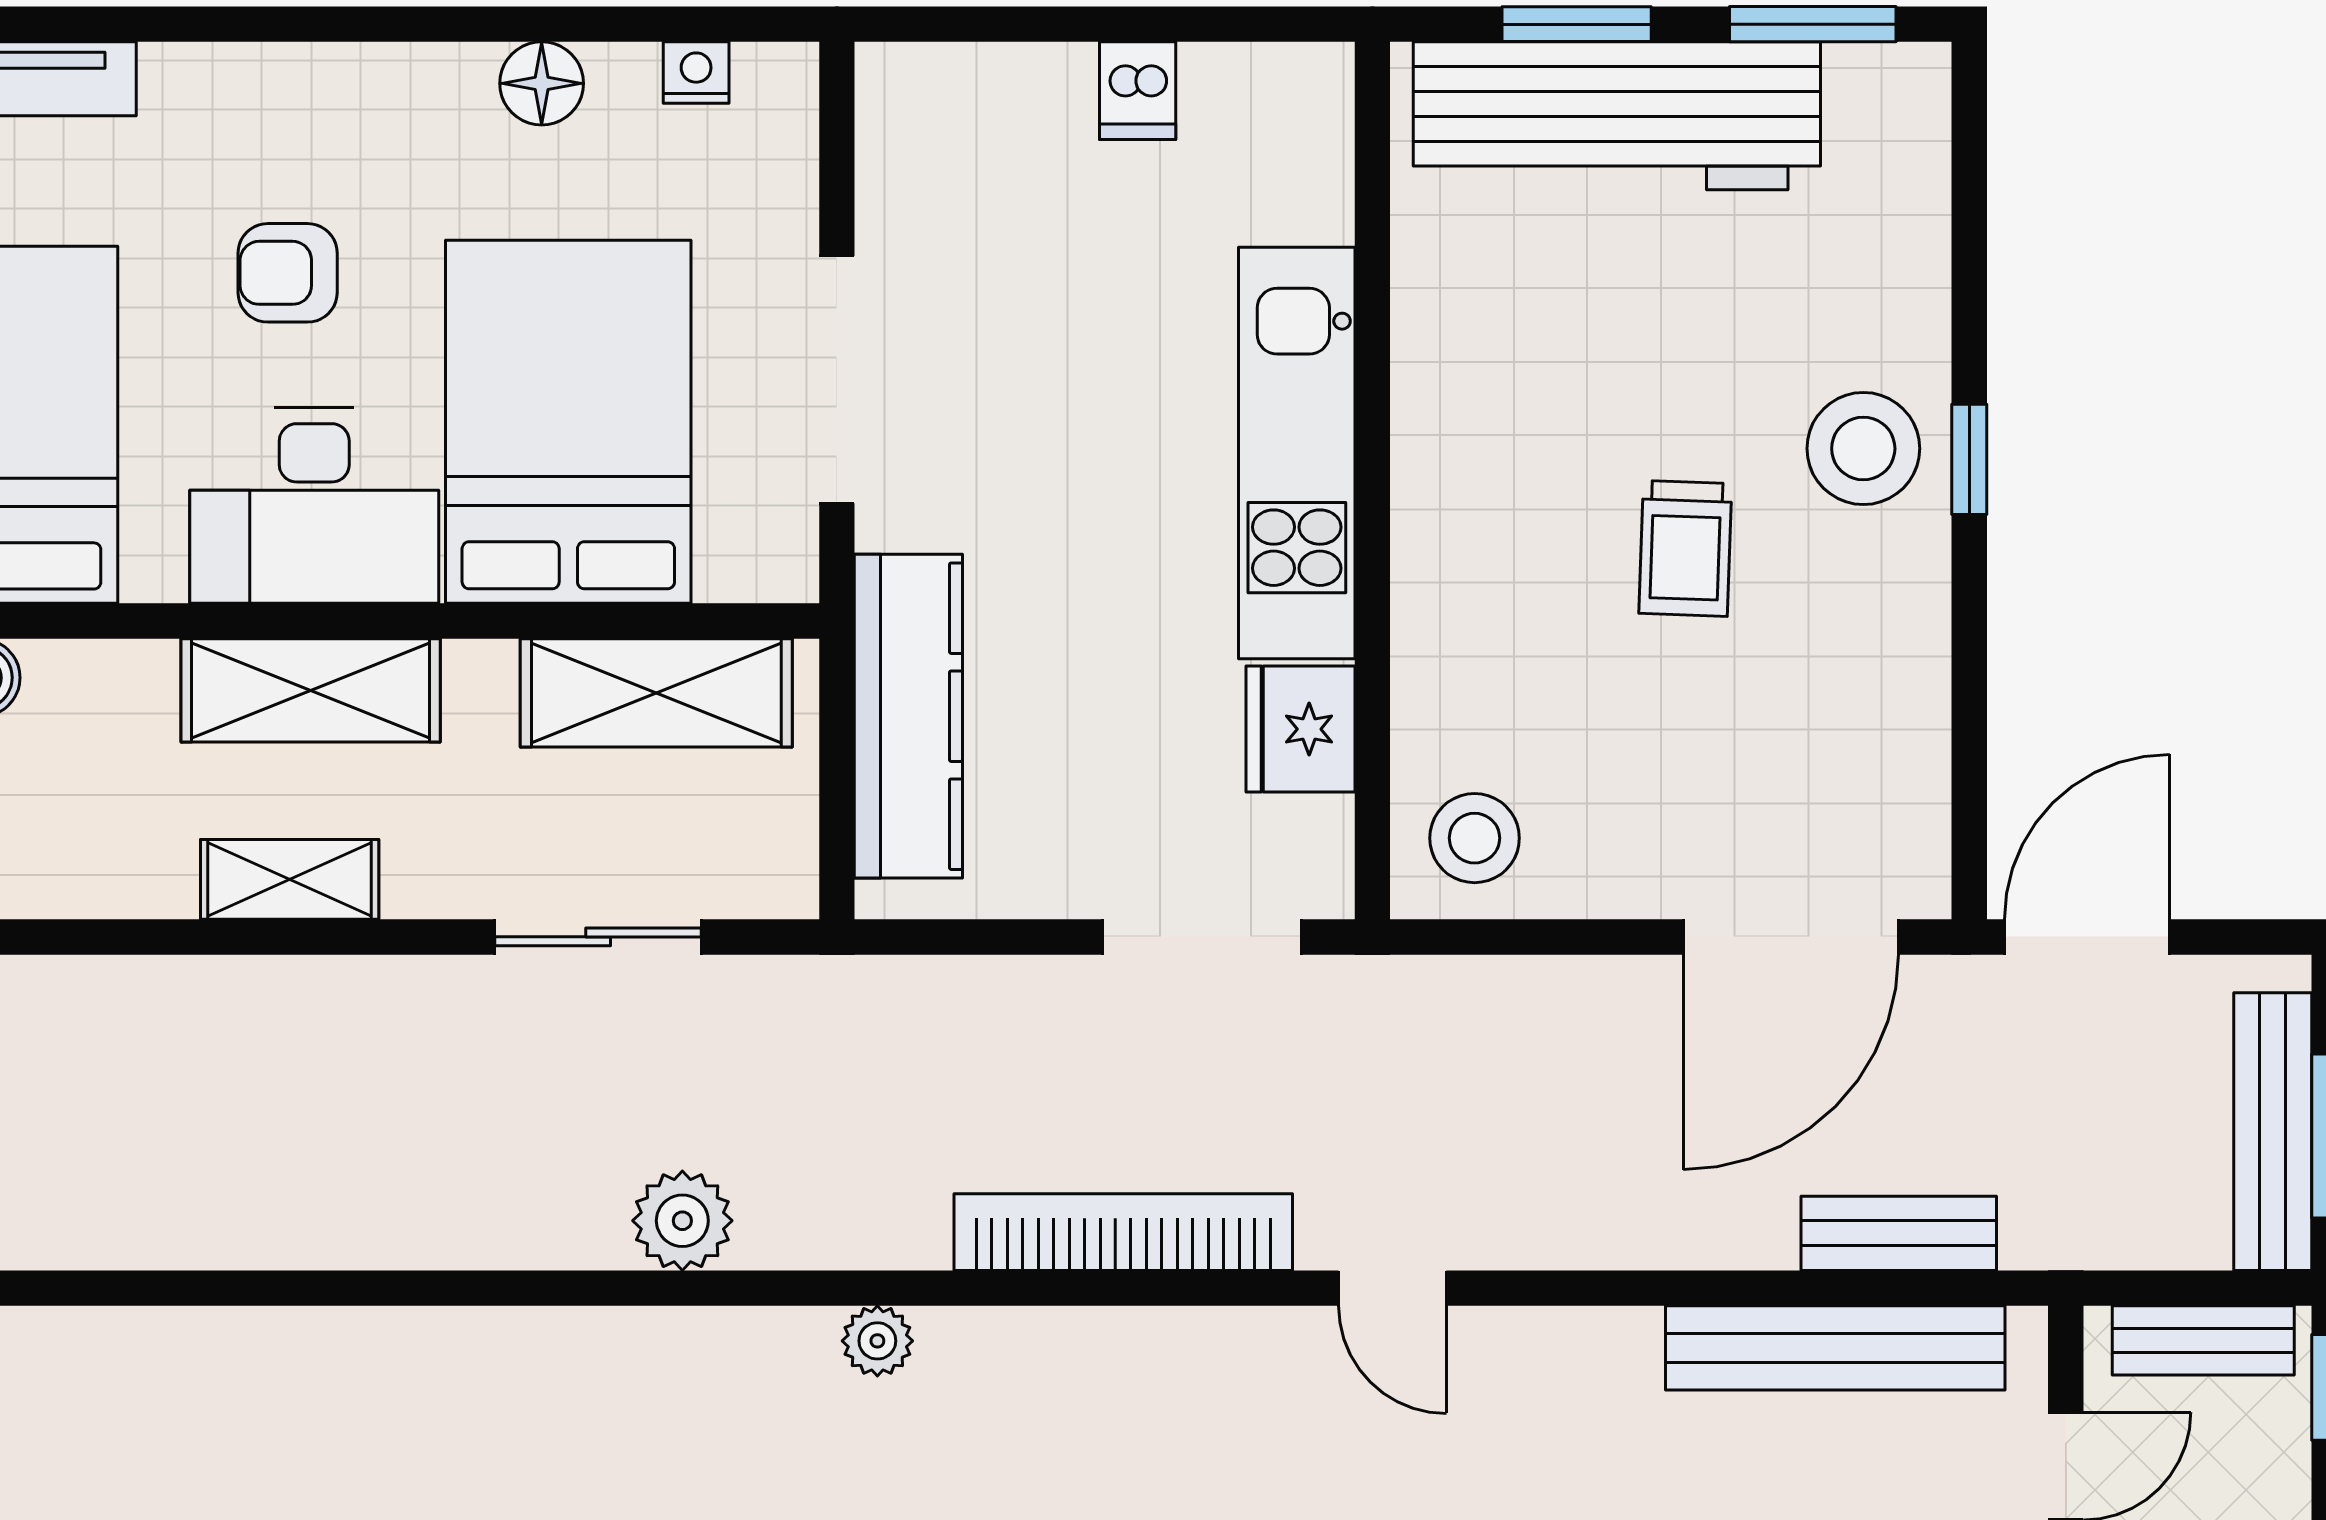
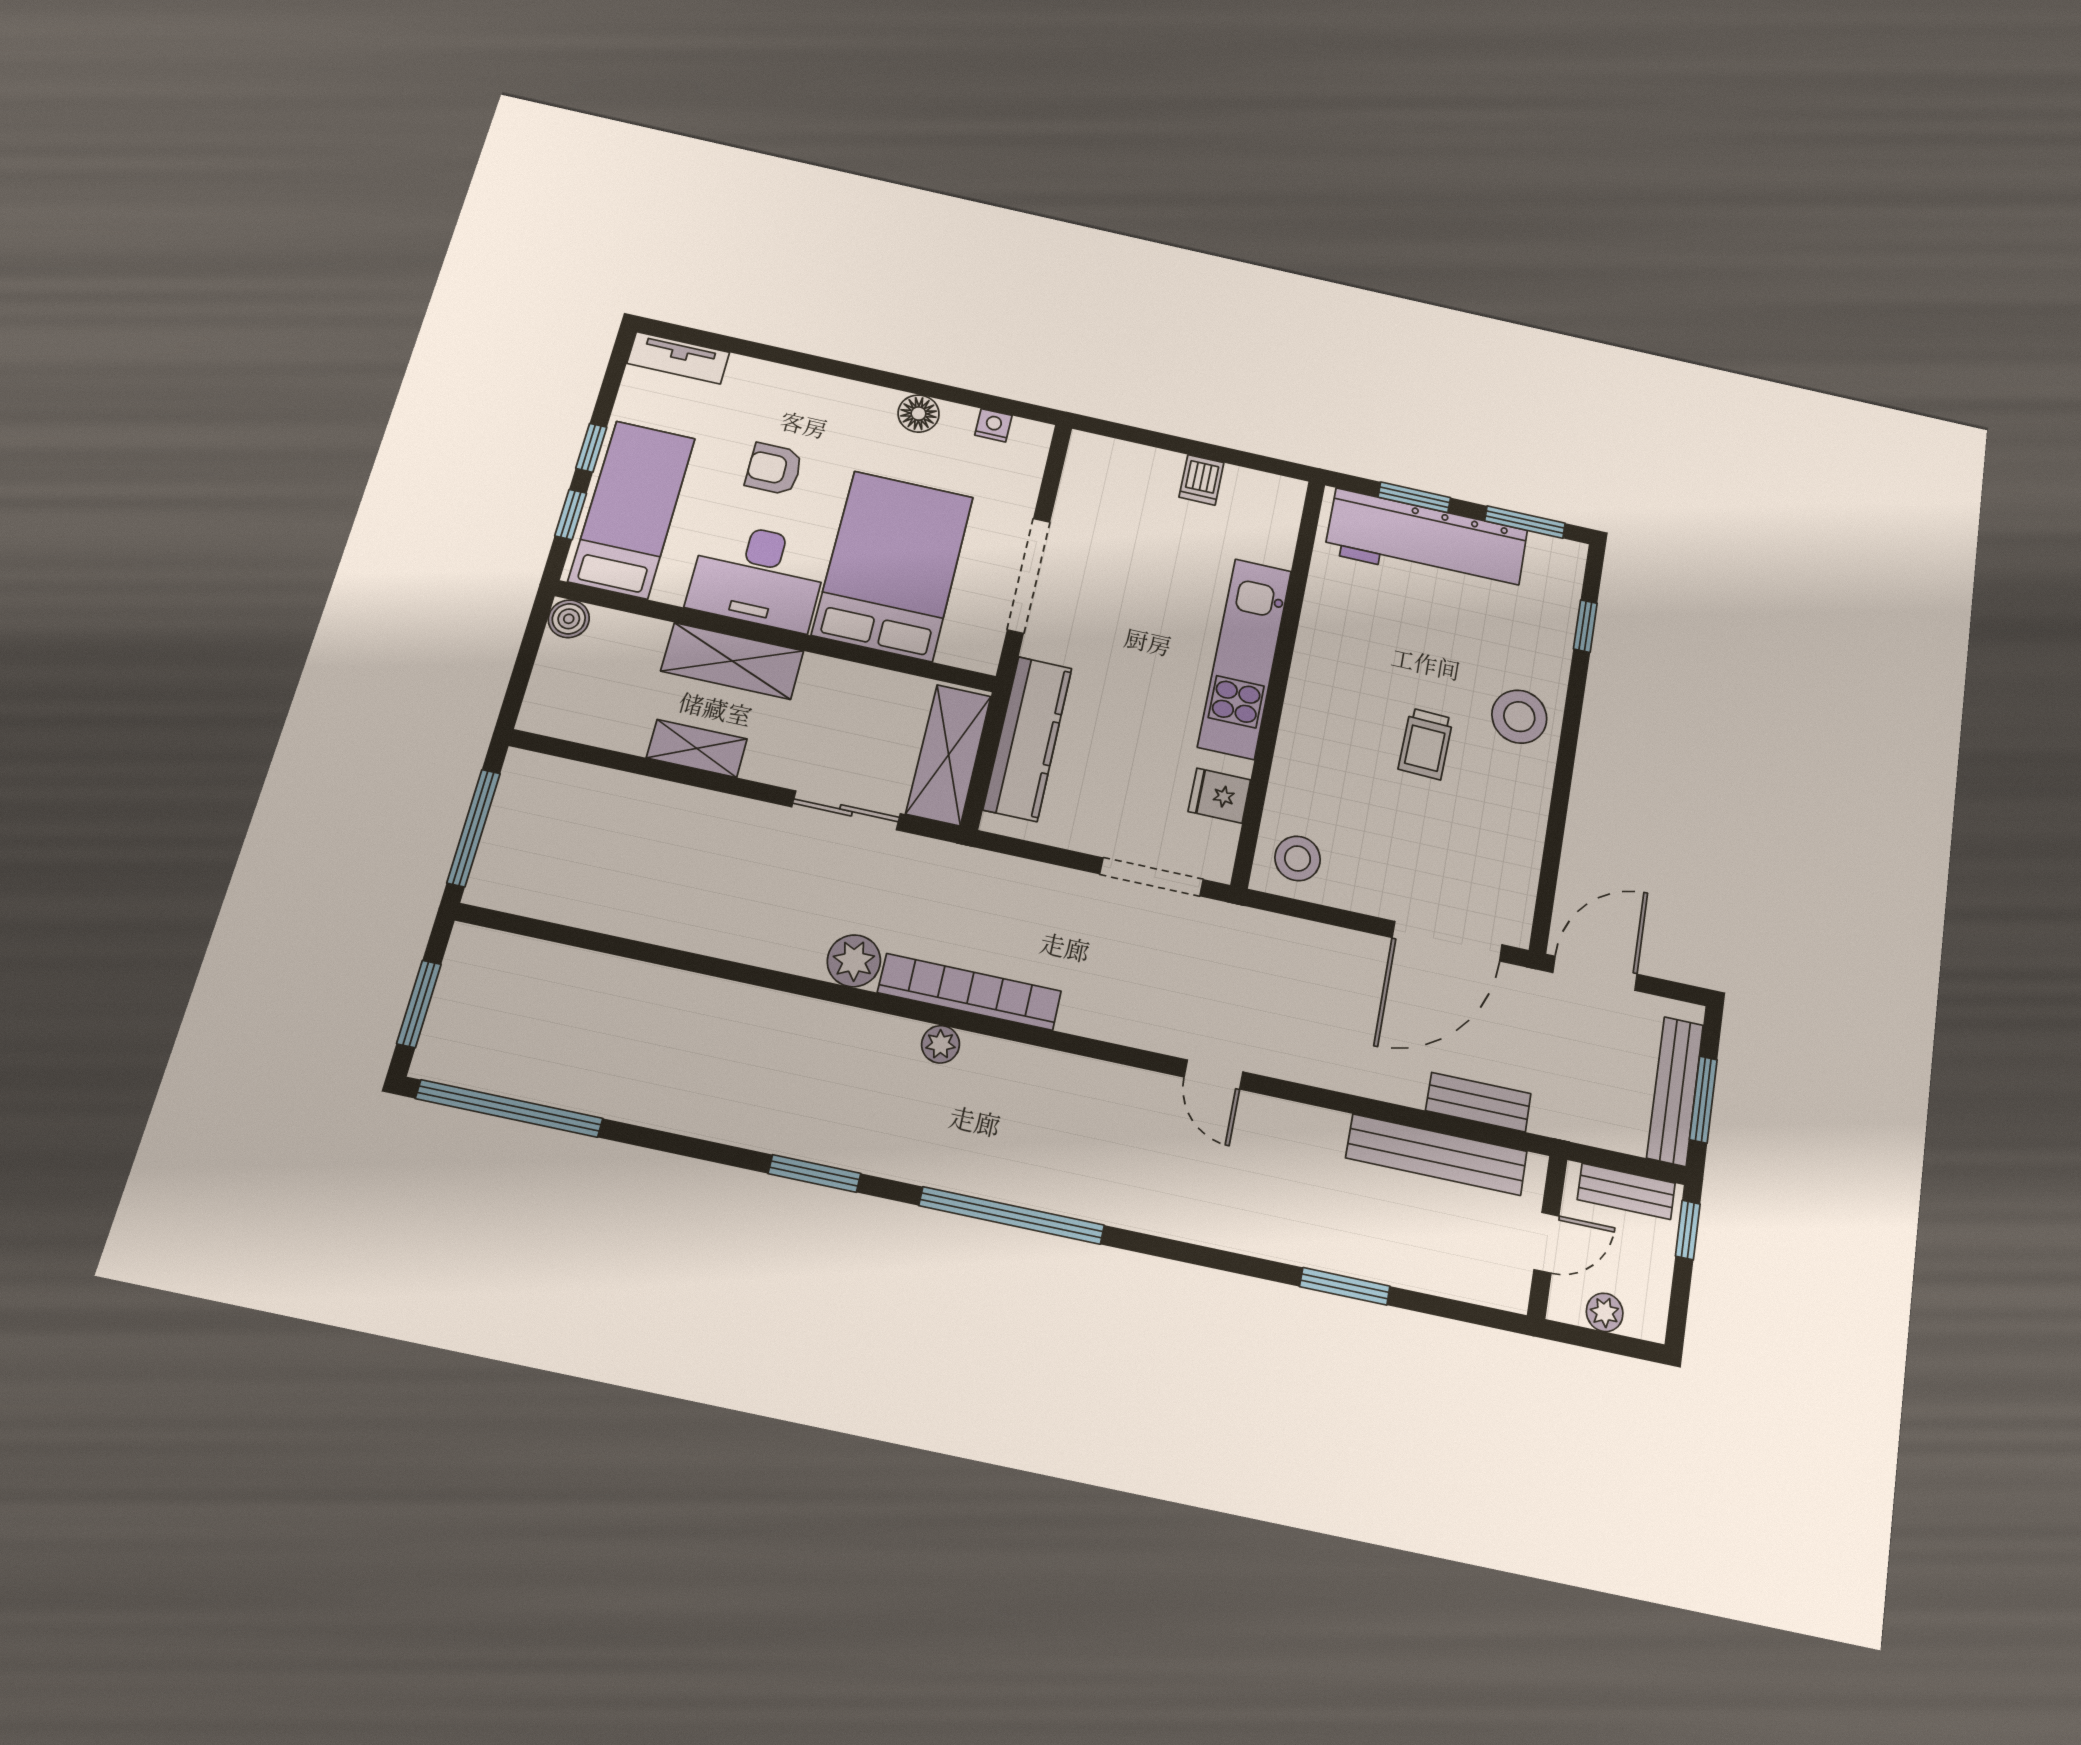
window: (1969, 459) -> (1585, 626), moved
shelving: (656, 693) -> (949, 755), moved, turned 90
fridge: (1300, 729) -> (1219, 796), width x0.72
bookcase: (1123, 1232) -> (969, 992), moved

